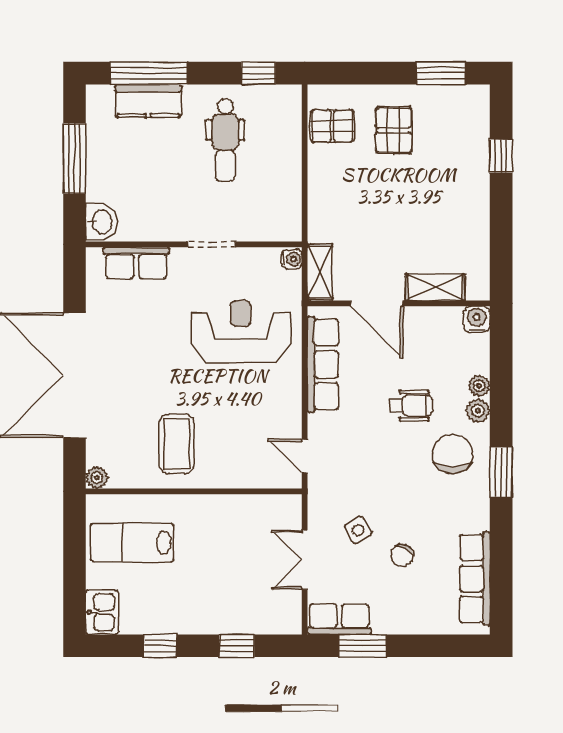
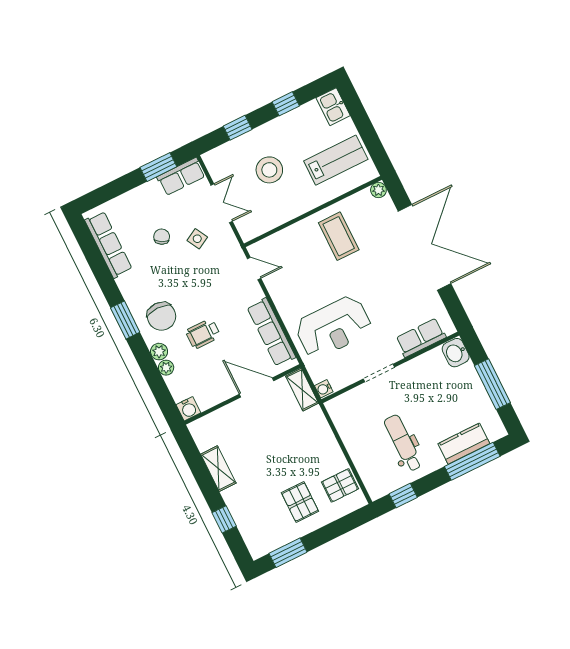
shelving: (435, 287) -> (218, 469), moved, turned 90
stool: (223, 572) -> (269, 170), added

